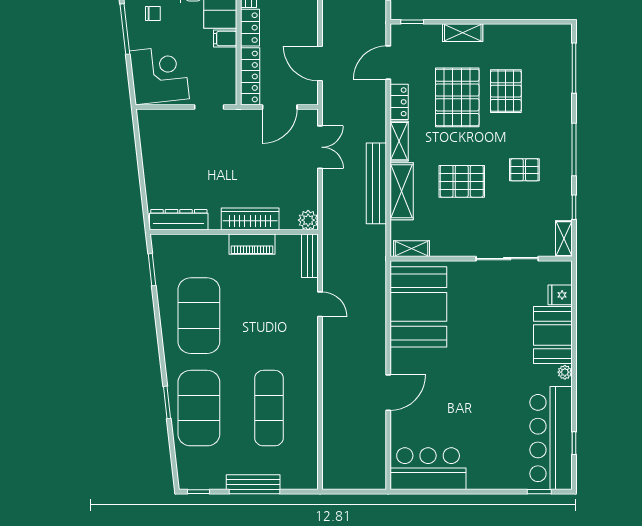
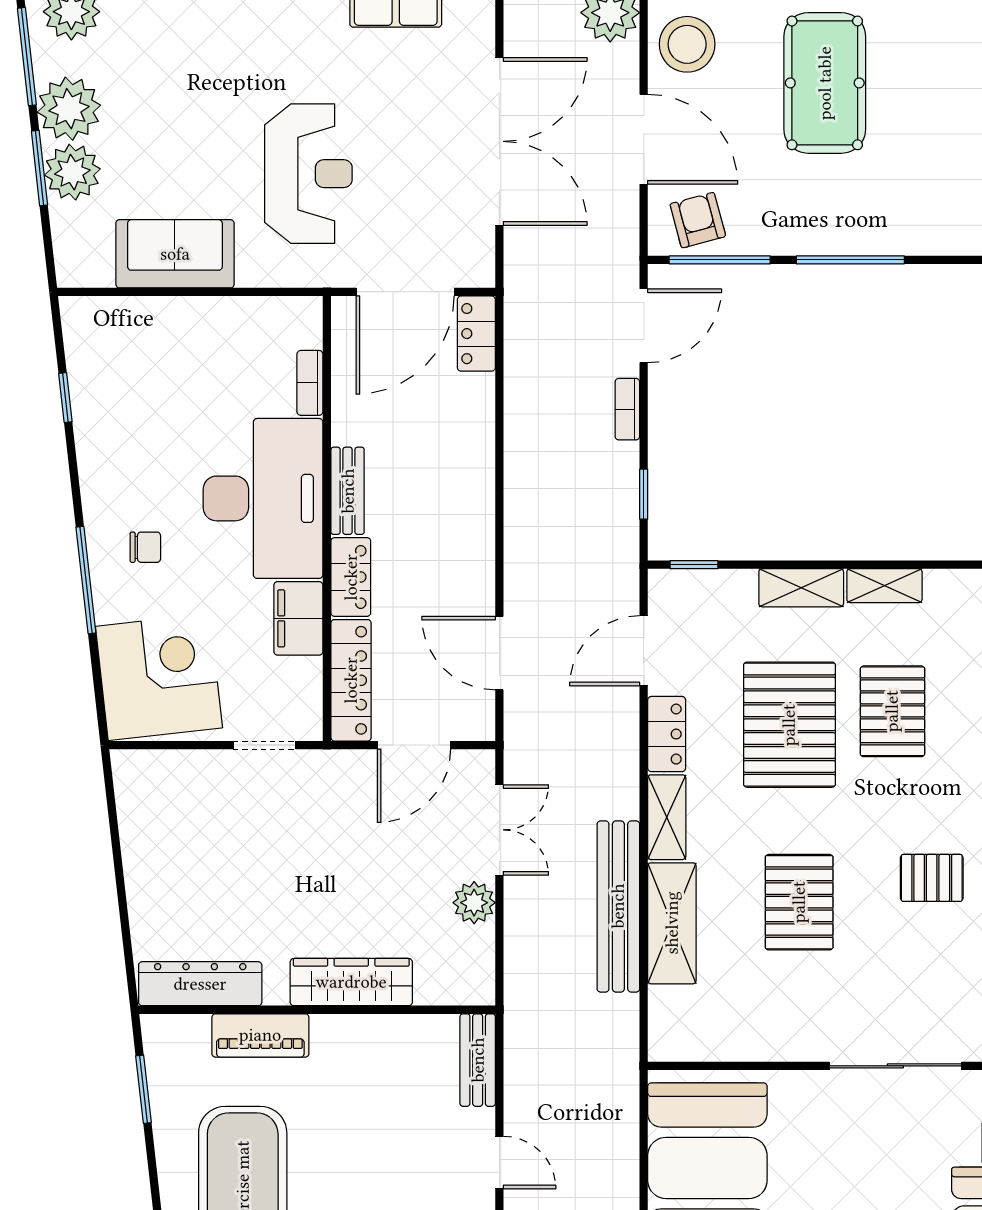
filing cabinet: (225, 39) -> (298, 618), width x2.00
pallet: (462, 181) -> (799, 902), turned 90
plant: (308, 220) -> (474, 903), moved
piano: (252, 244) -> (260, 1035), moved
shelving: (411, 249) -> (884, 586), moved

